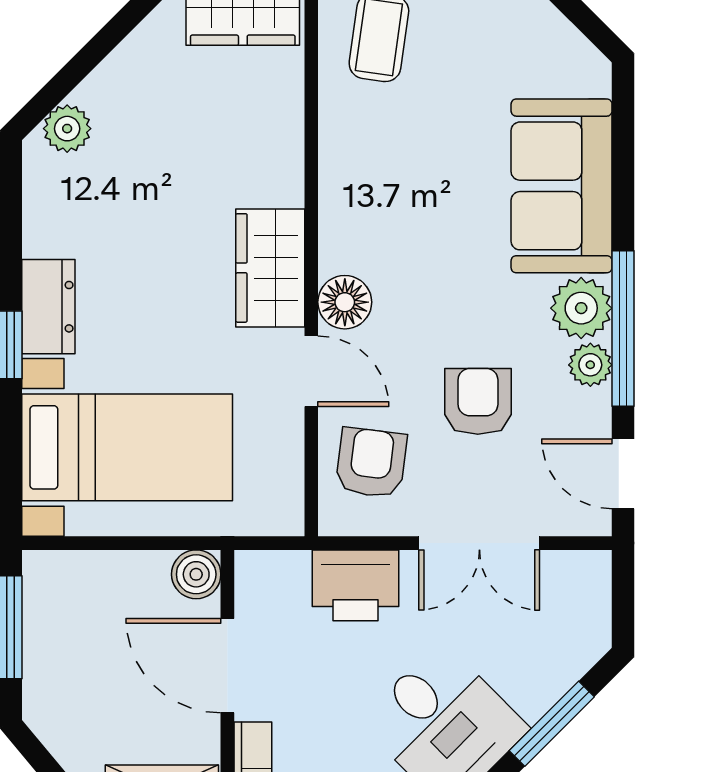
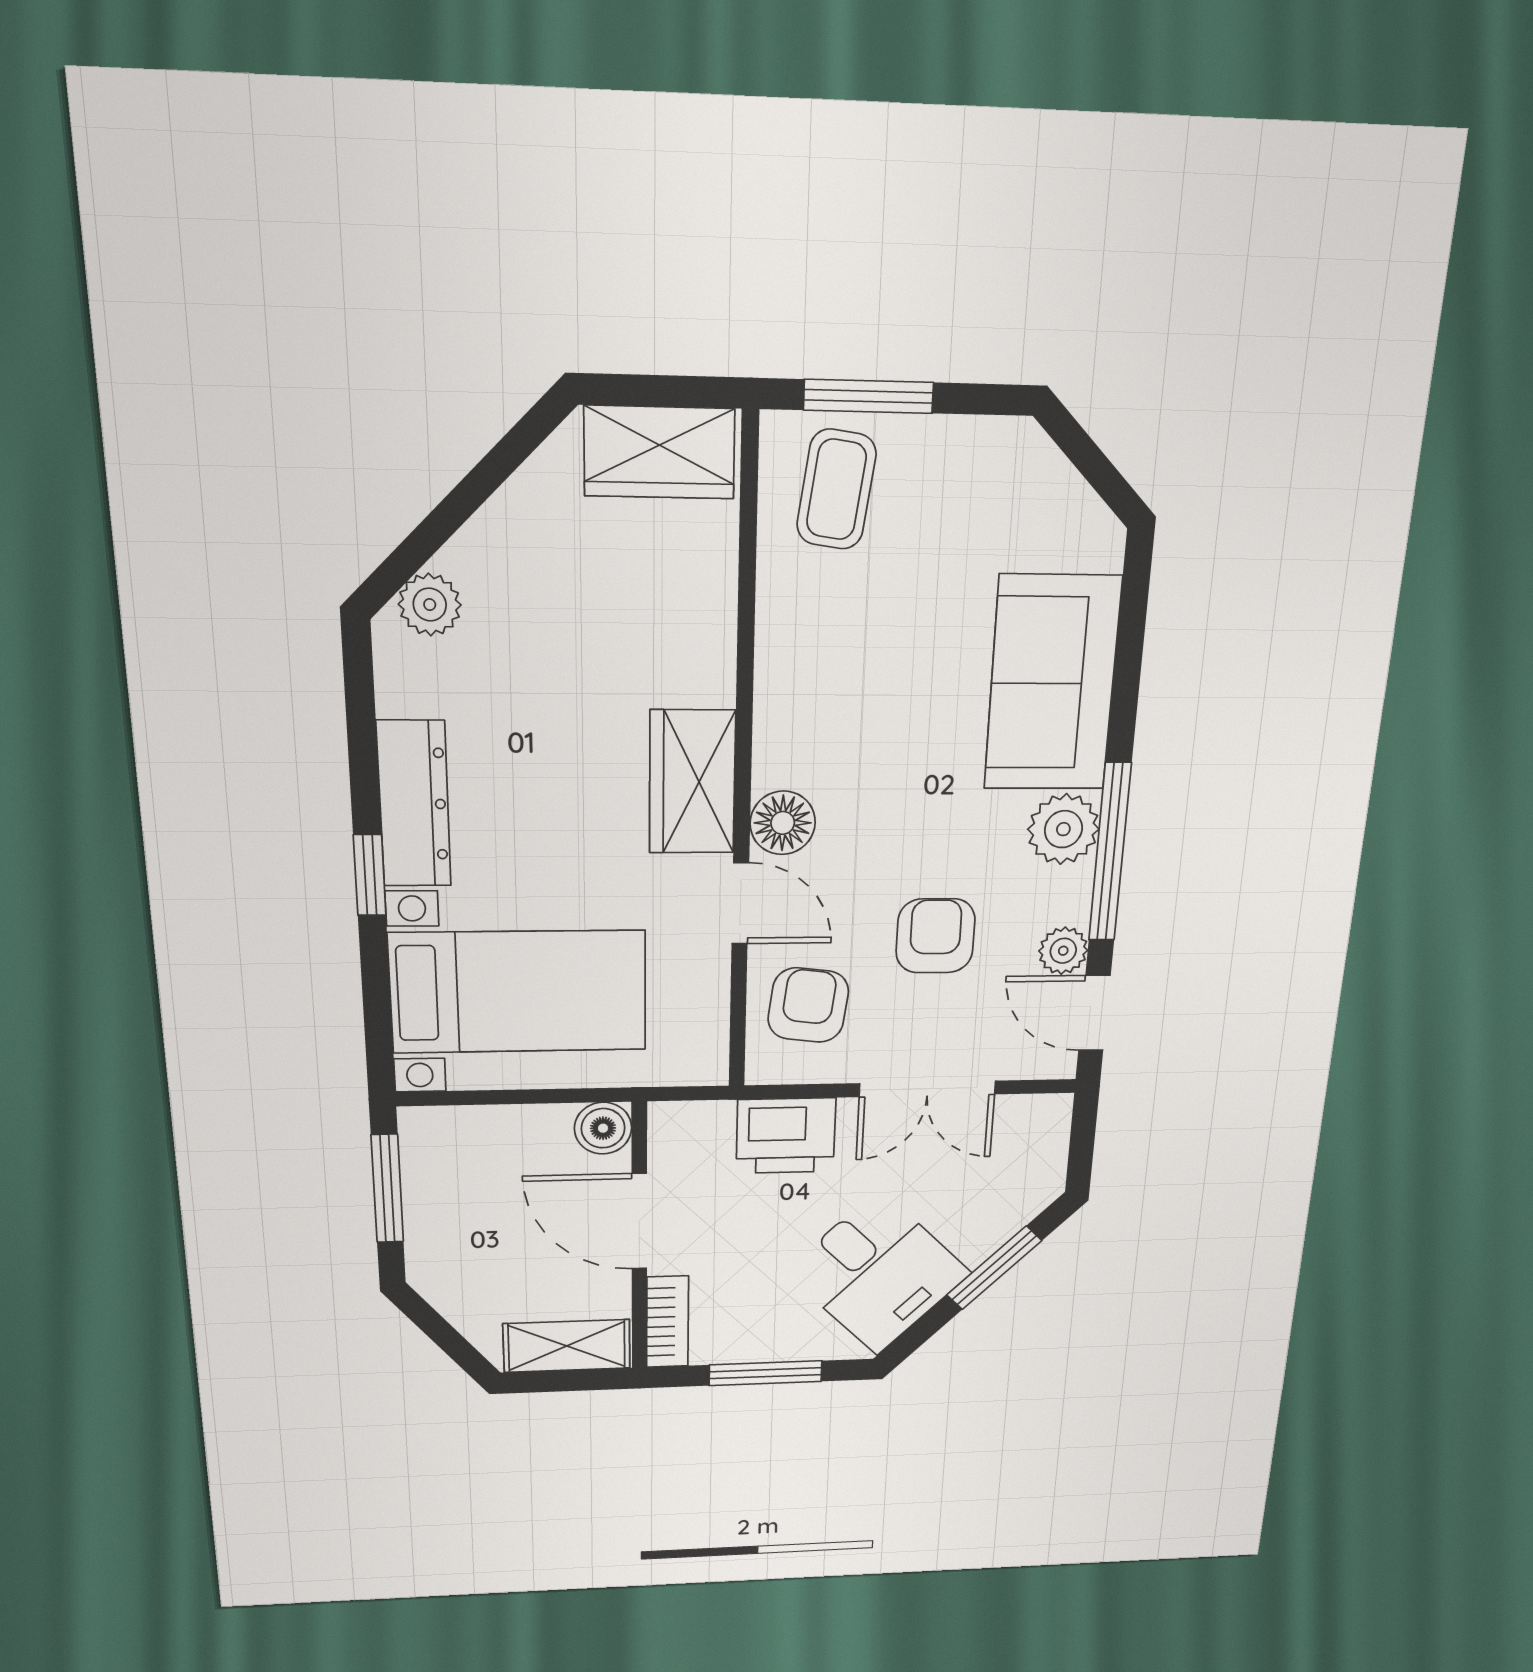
dresser: (48, 307) -> (414, 804), width x1.44
plant: (590, 365) -> (1063, 951), moved

